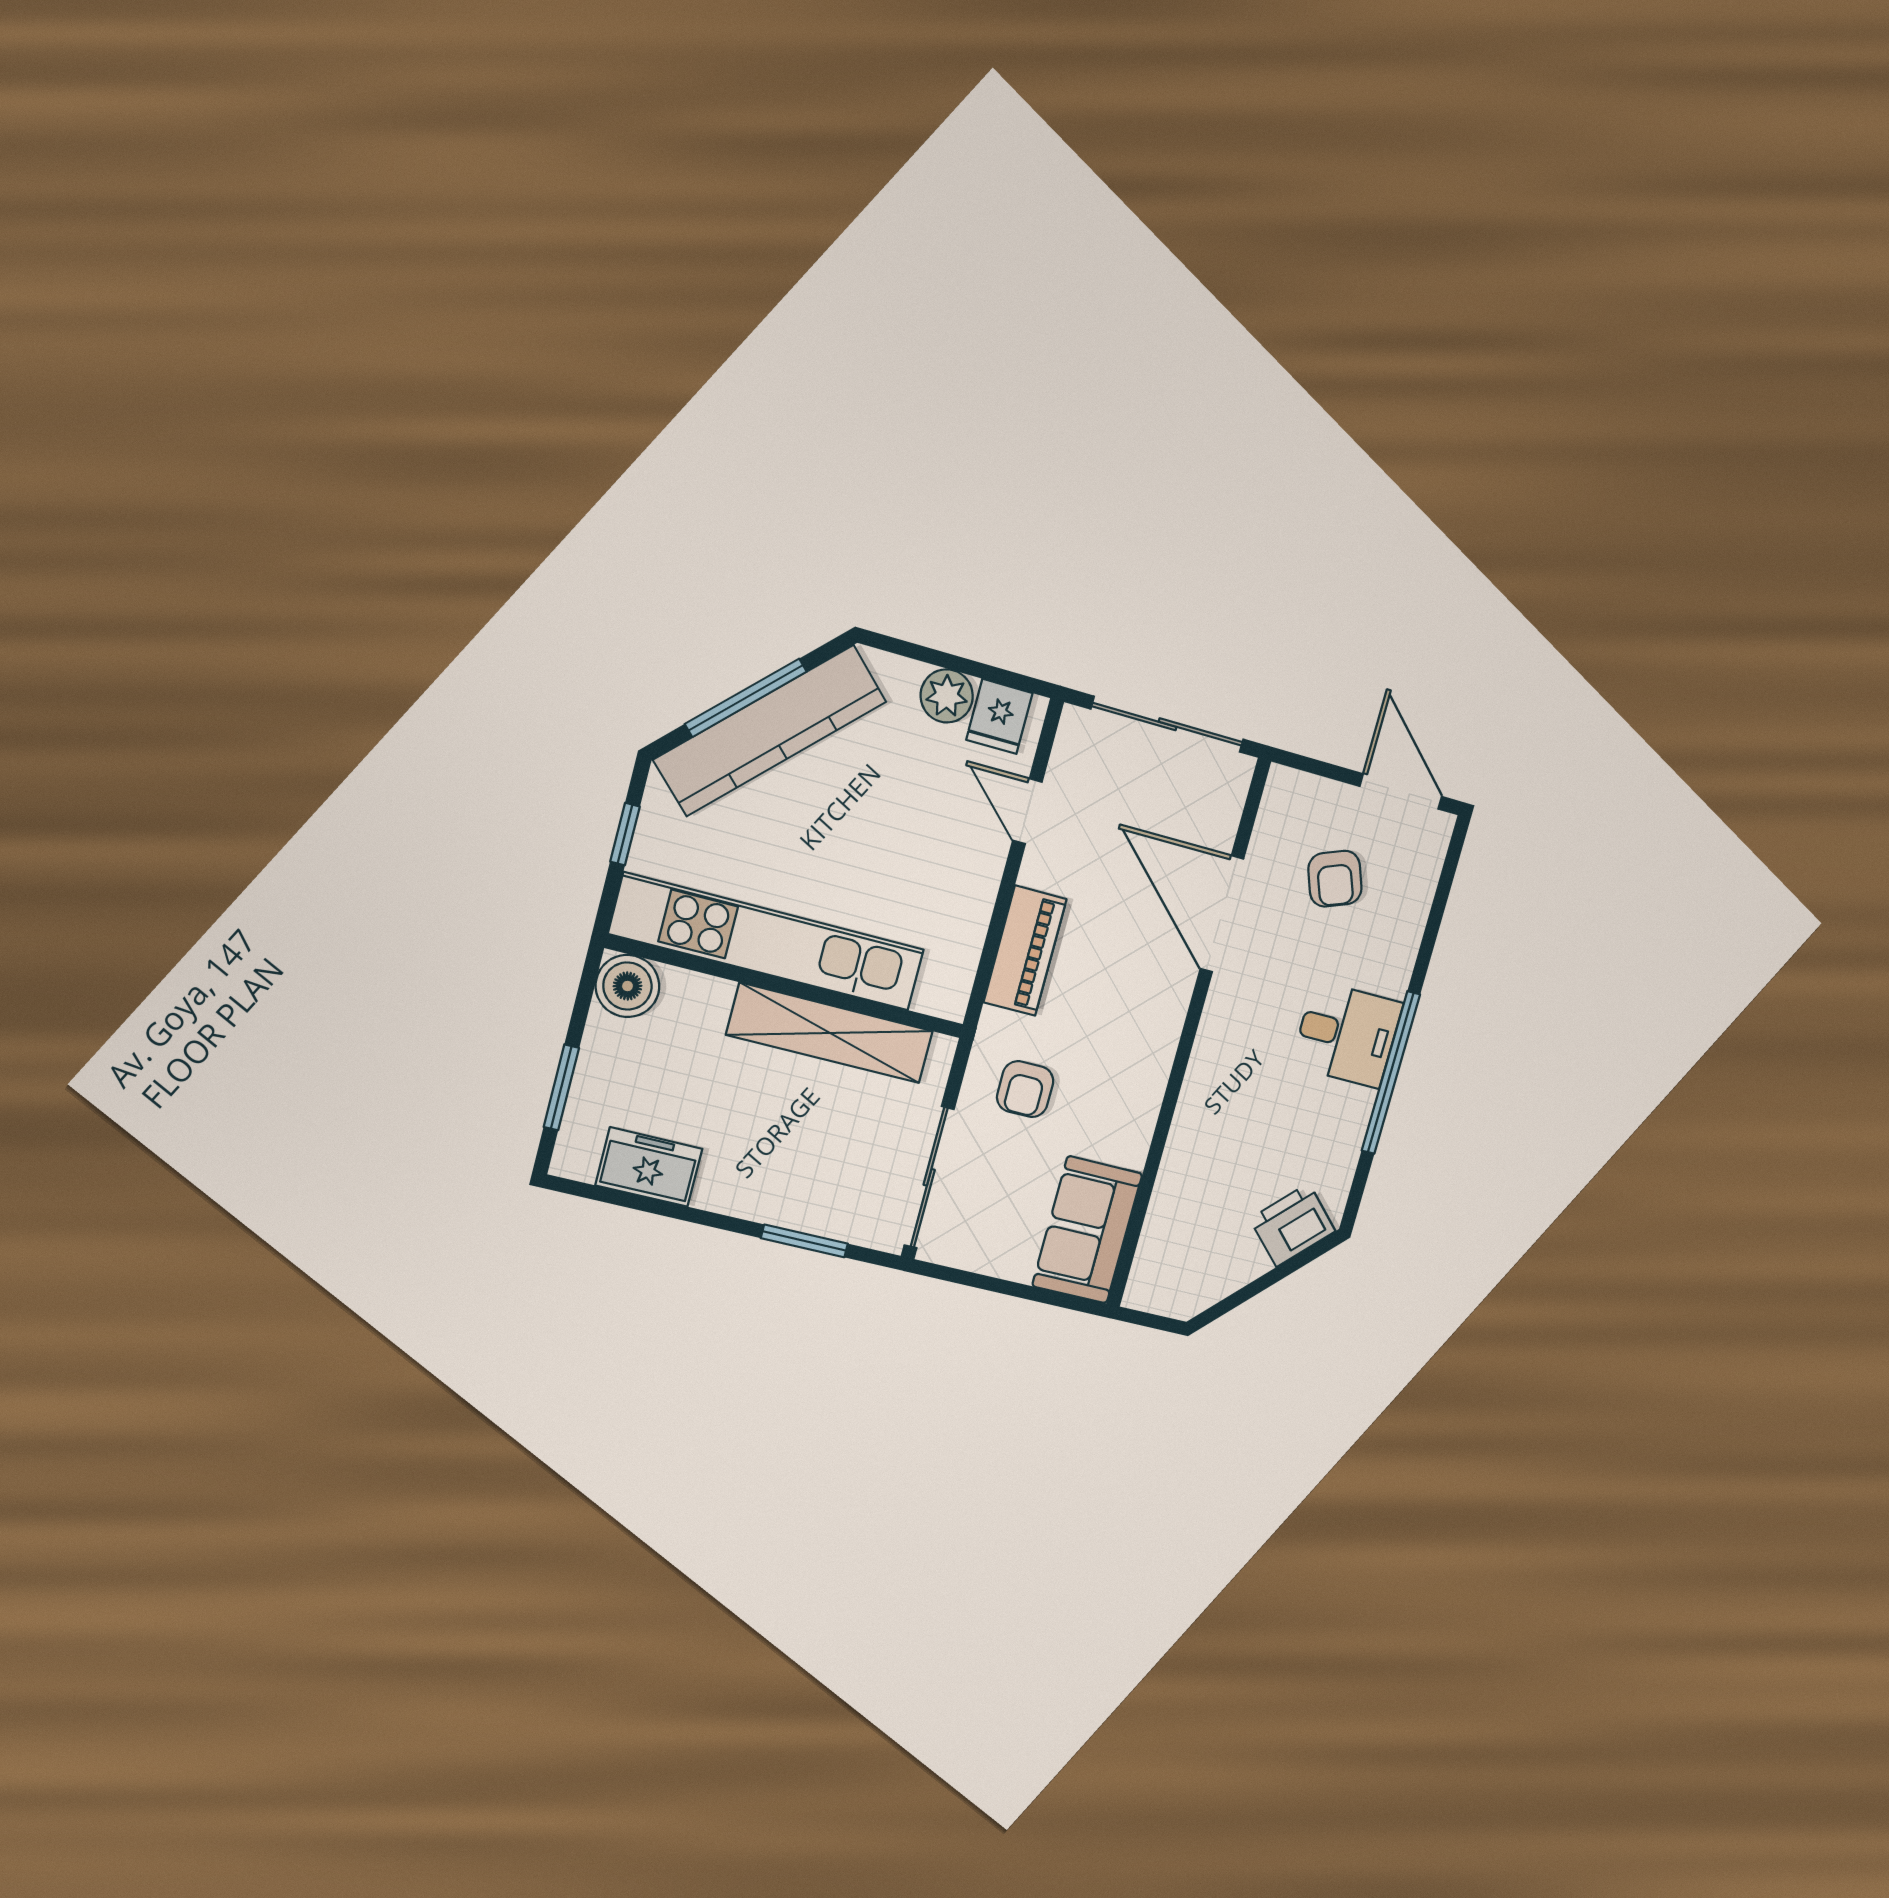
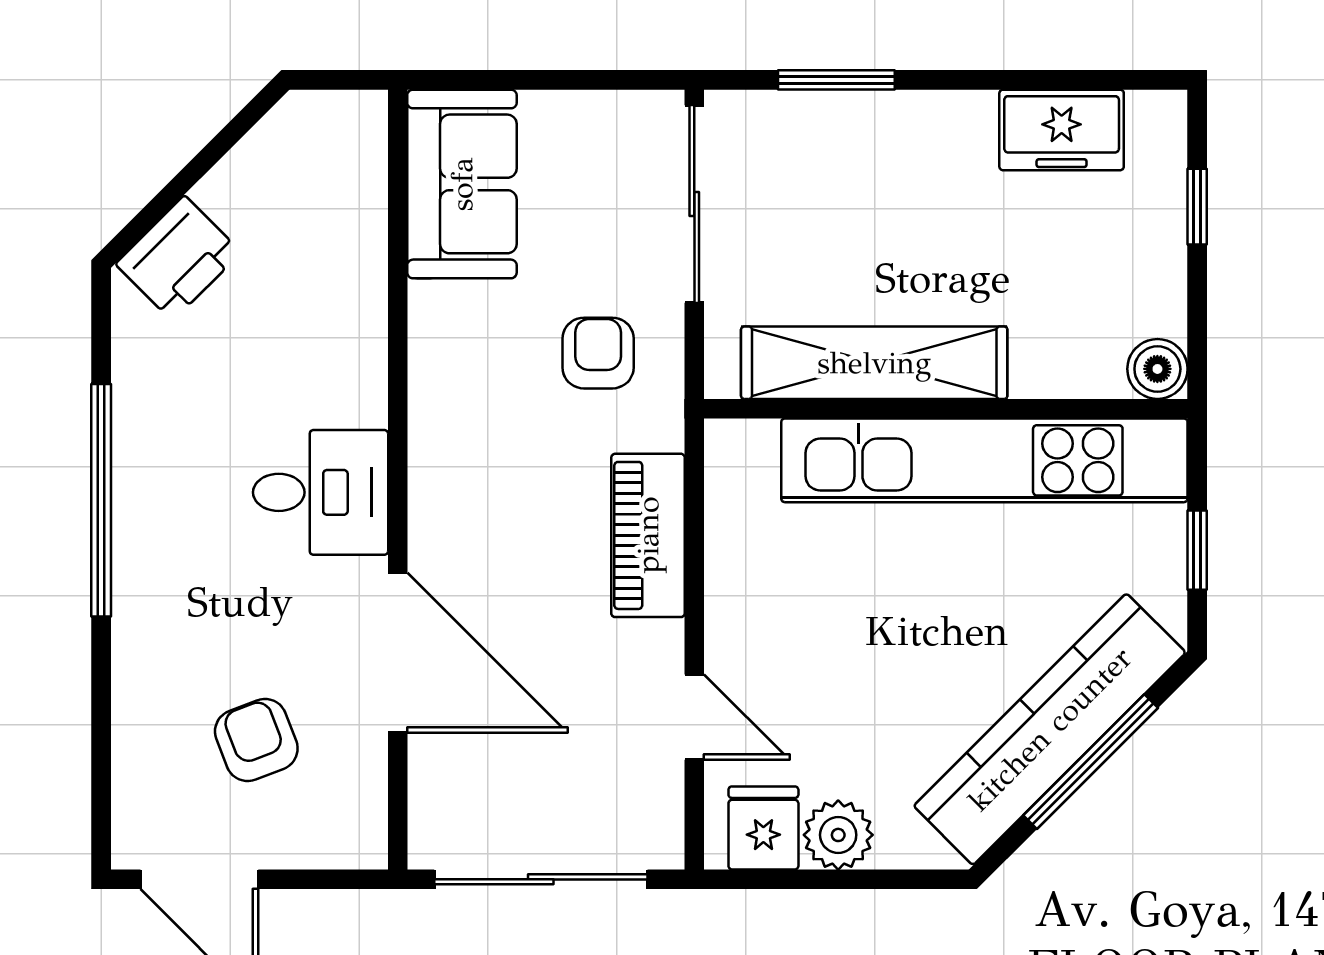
boiler: (627, 986) -> (1157, 369), width x0.73, depth x0.73
desk: (1347, 1034) -> (321, 492), moved, turned 180
window: (561, 1087) -> (1197, 207), width x0.67

